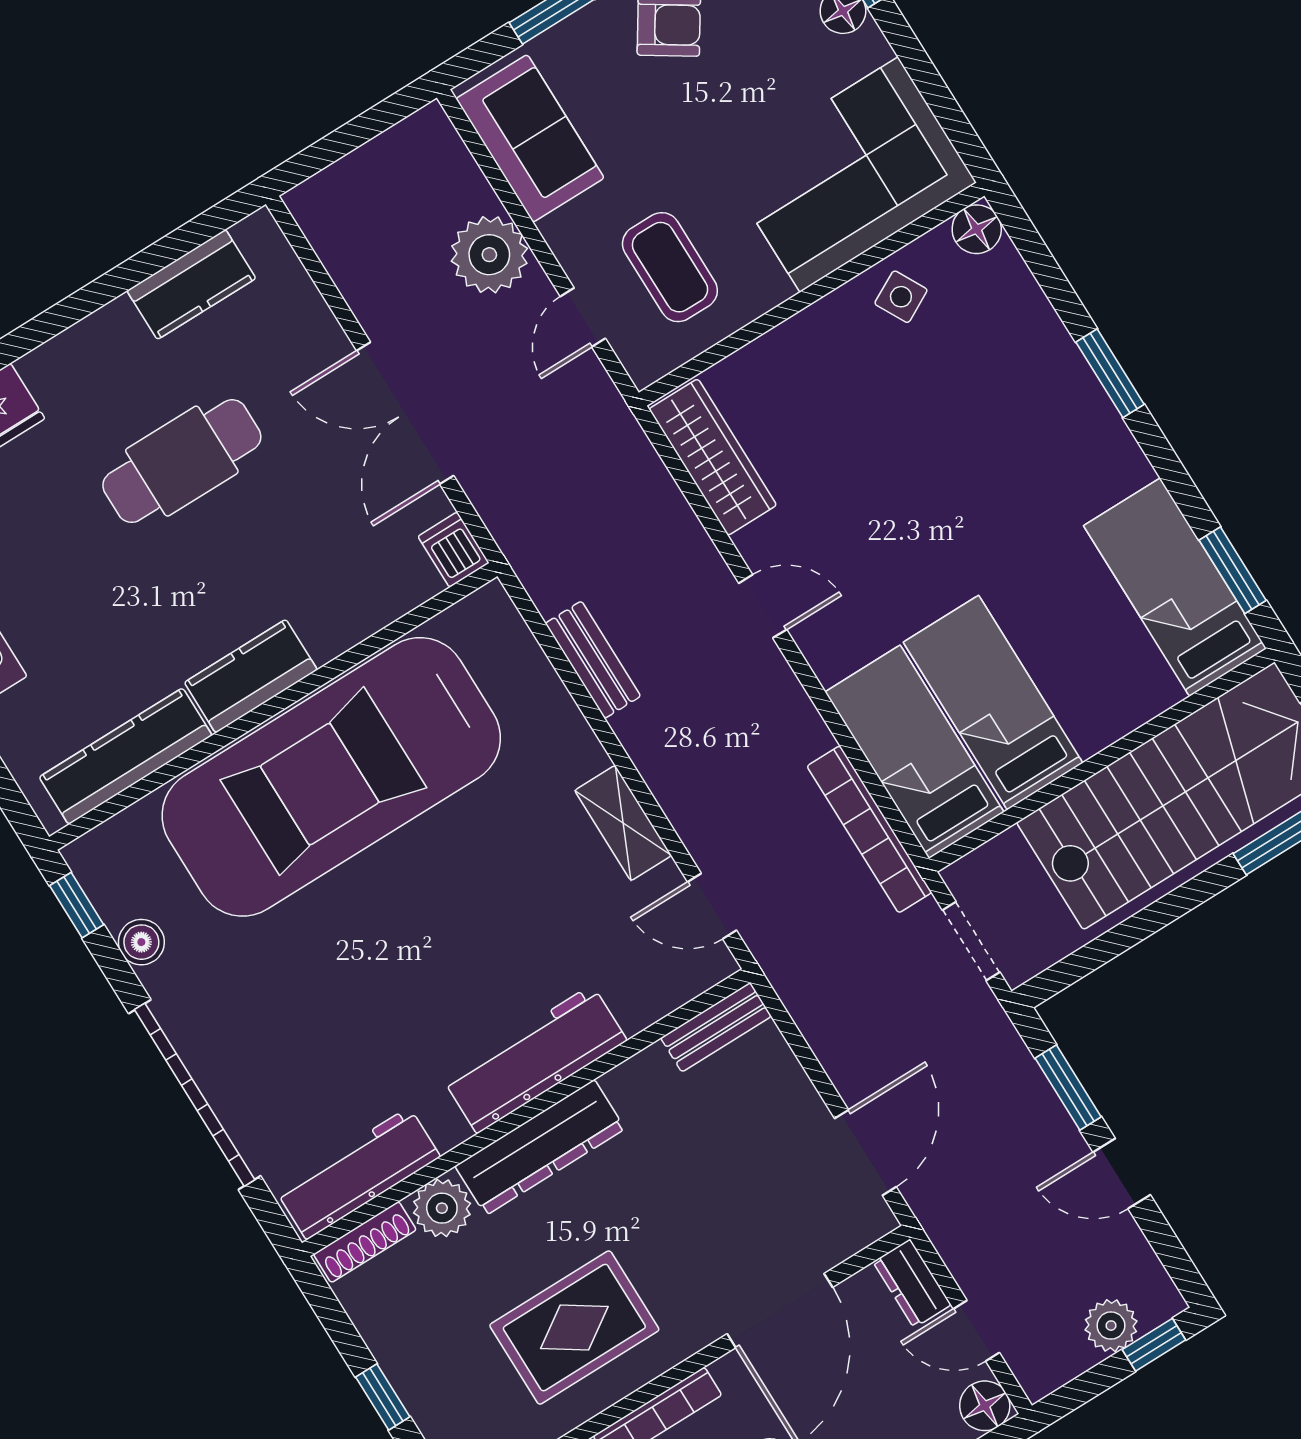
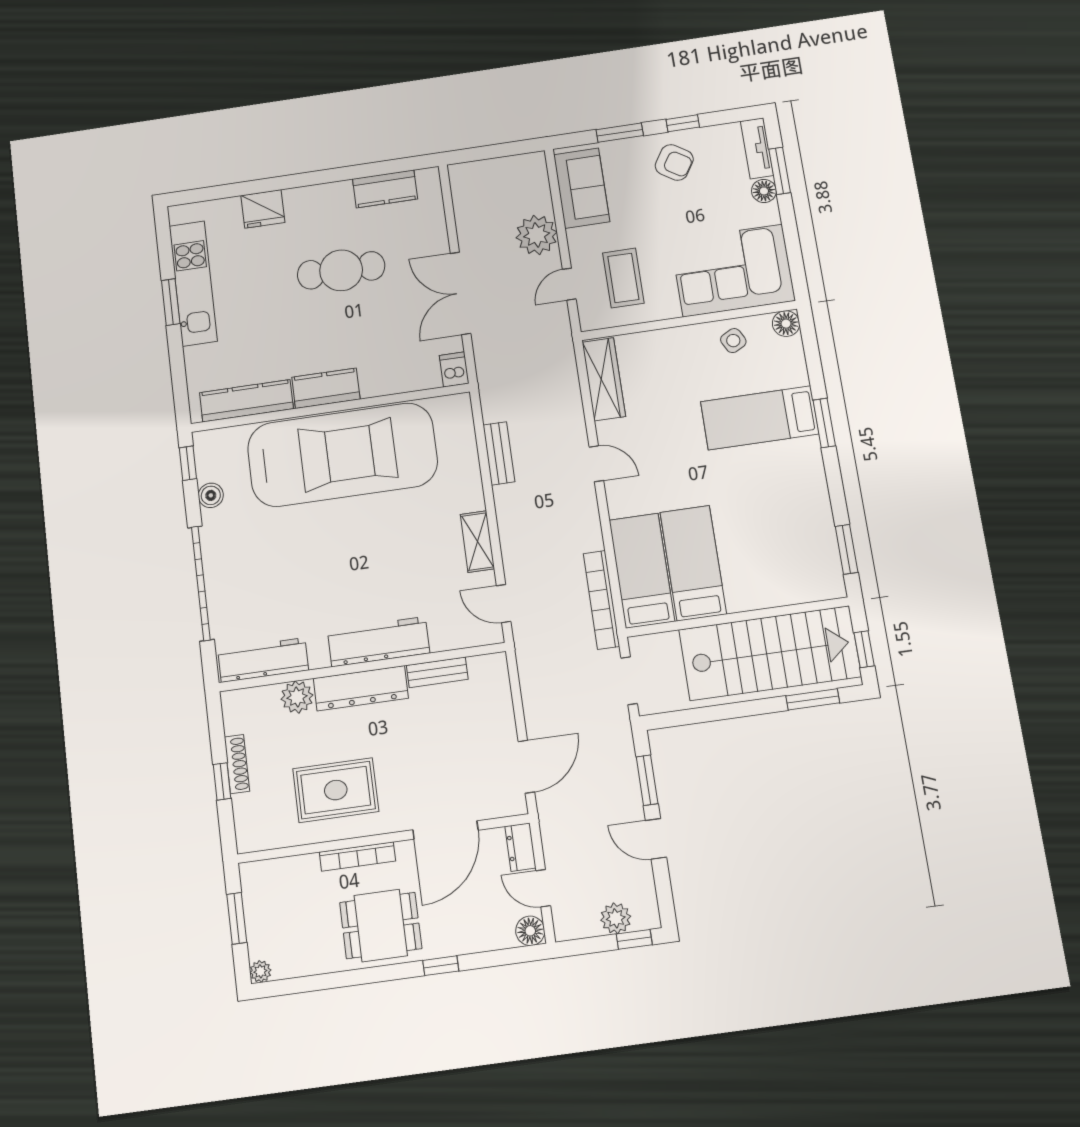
bed: (1175, 587) -> (760, 418), moved, turned -90
car: (331, 777) -> (342, 455), turned 180
bench: (716, 1027) -> (437, 672), moved
shoe rack: (365, 1242) -> (237, 764), moved, turned -90

